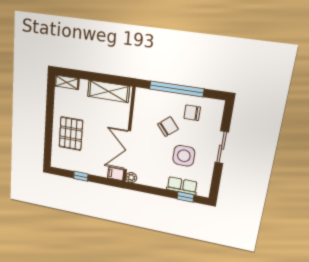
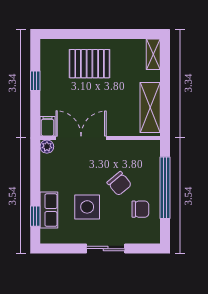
chair: (192, 113) -> (140, 209), turned 90

